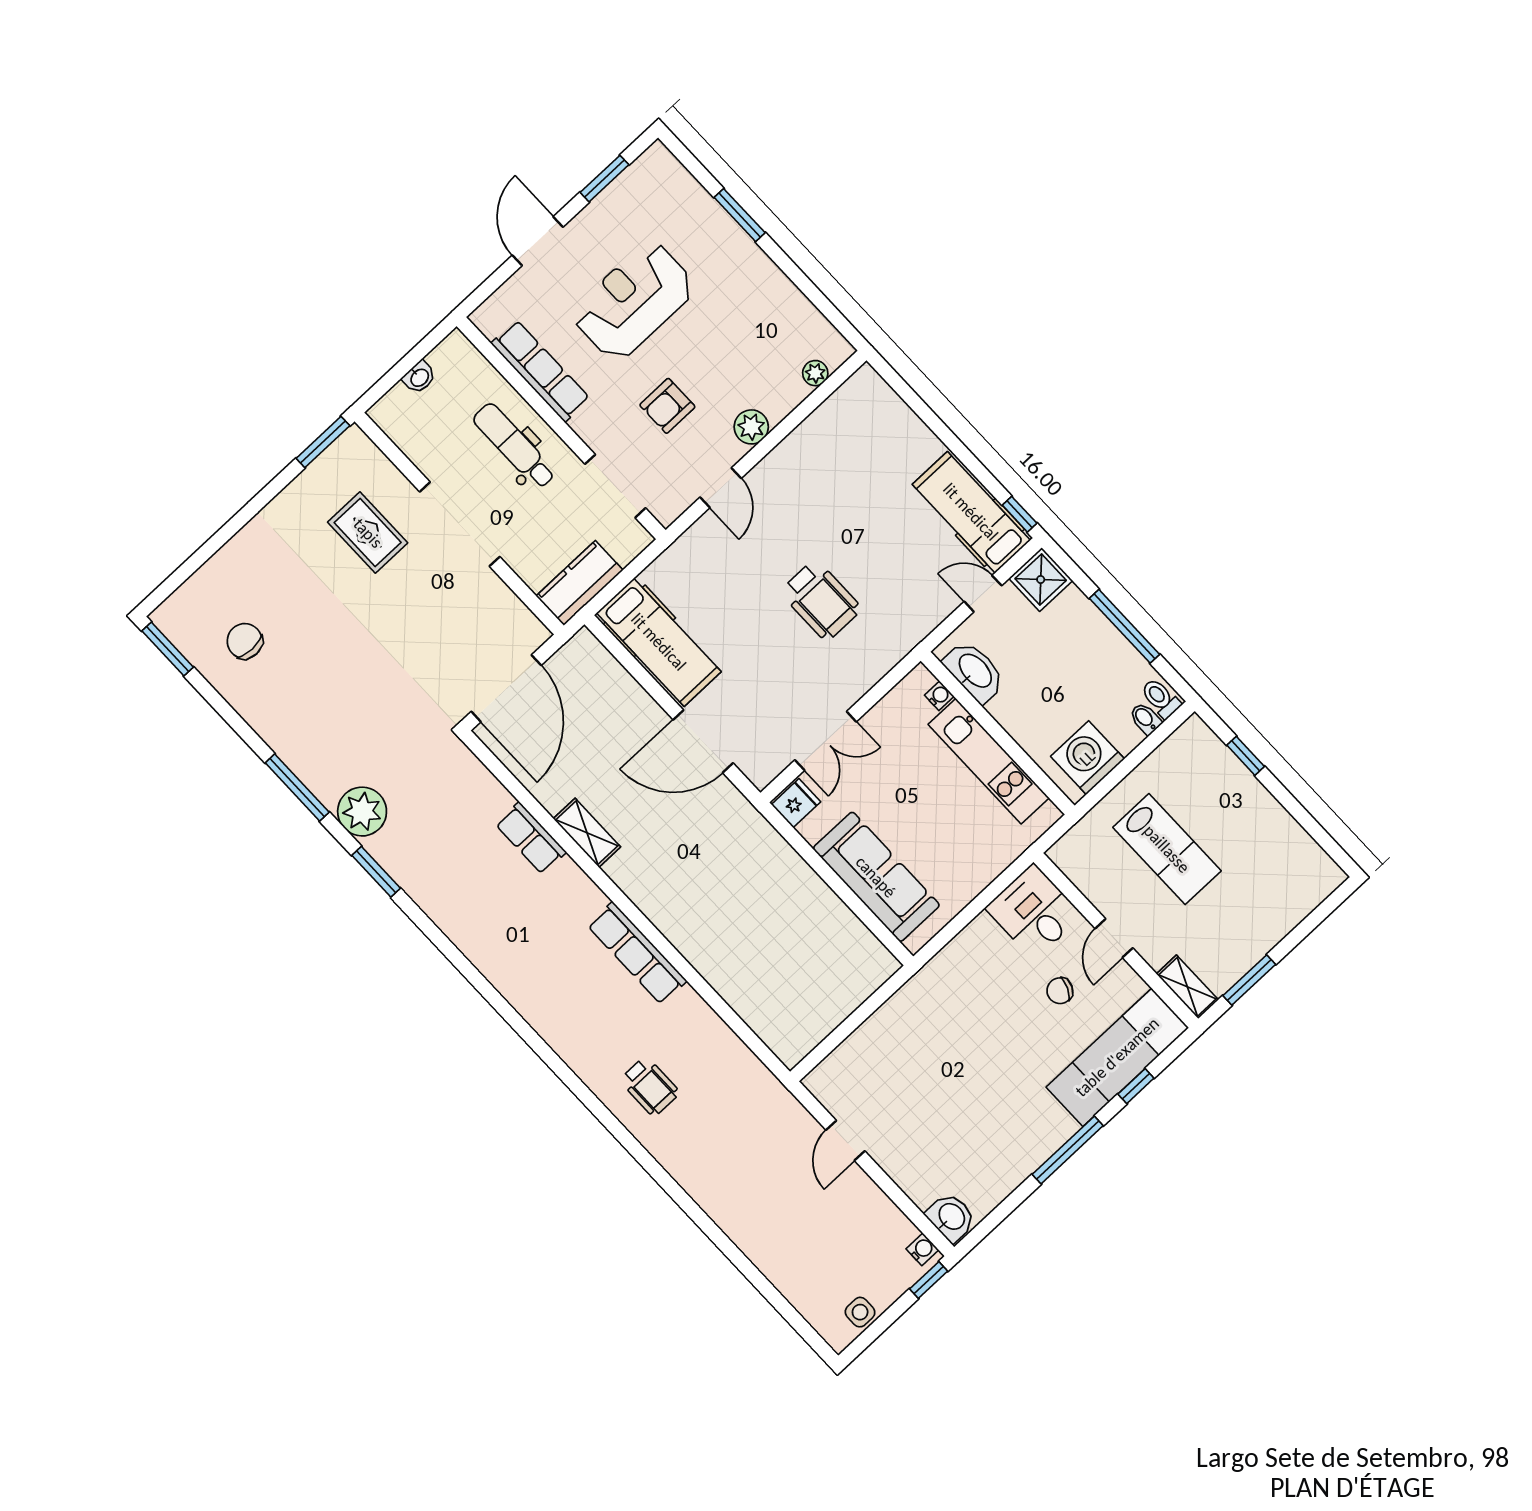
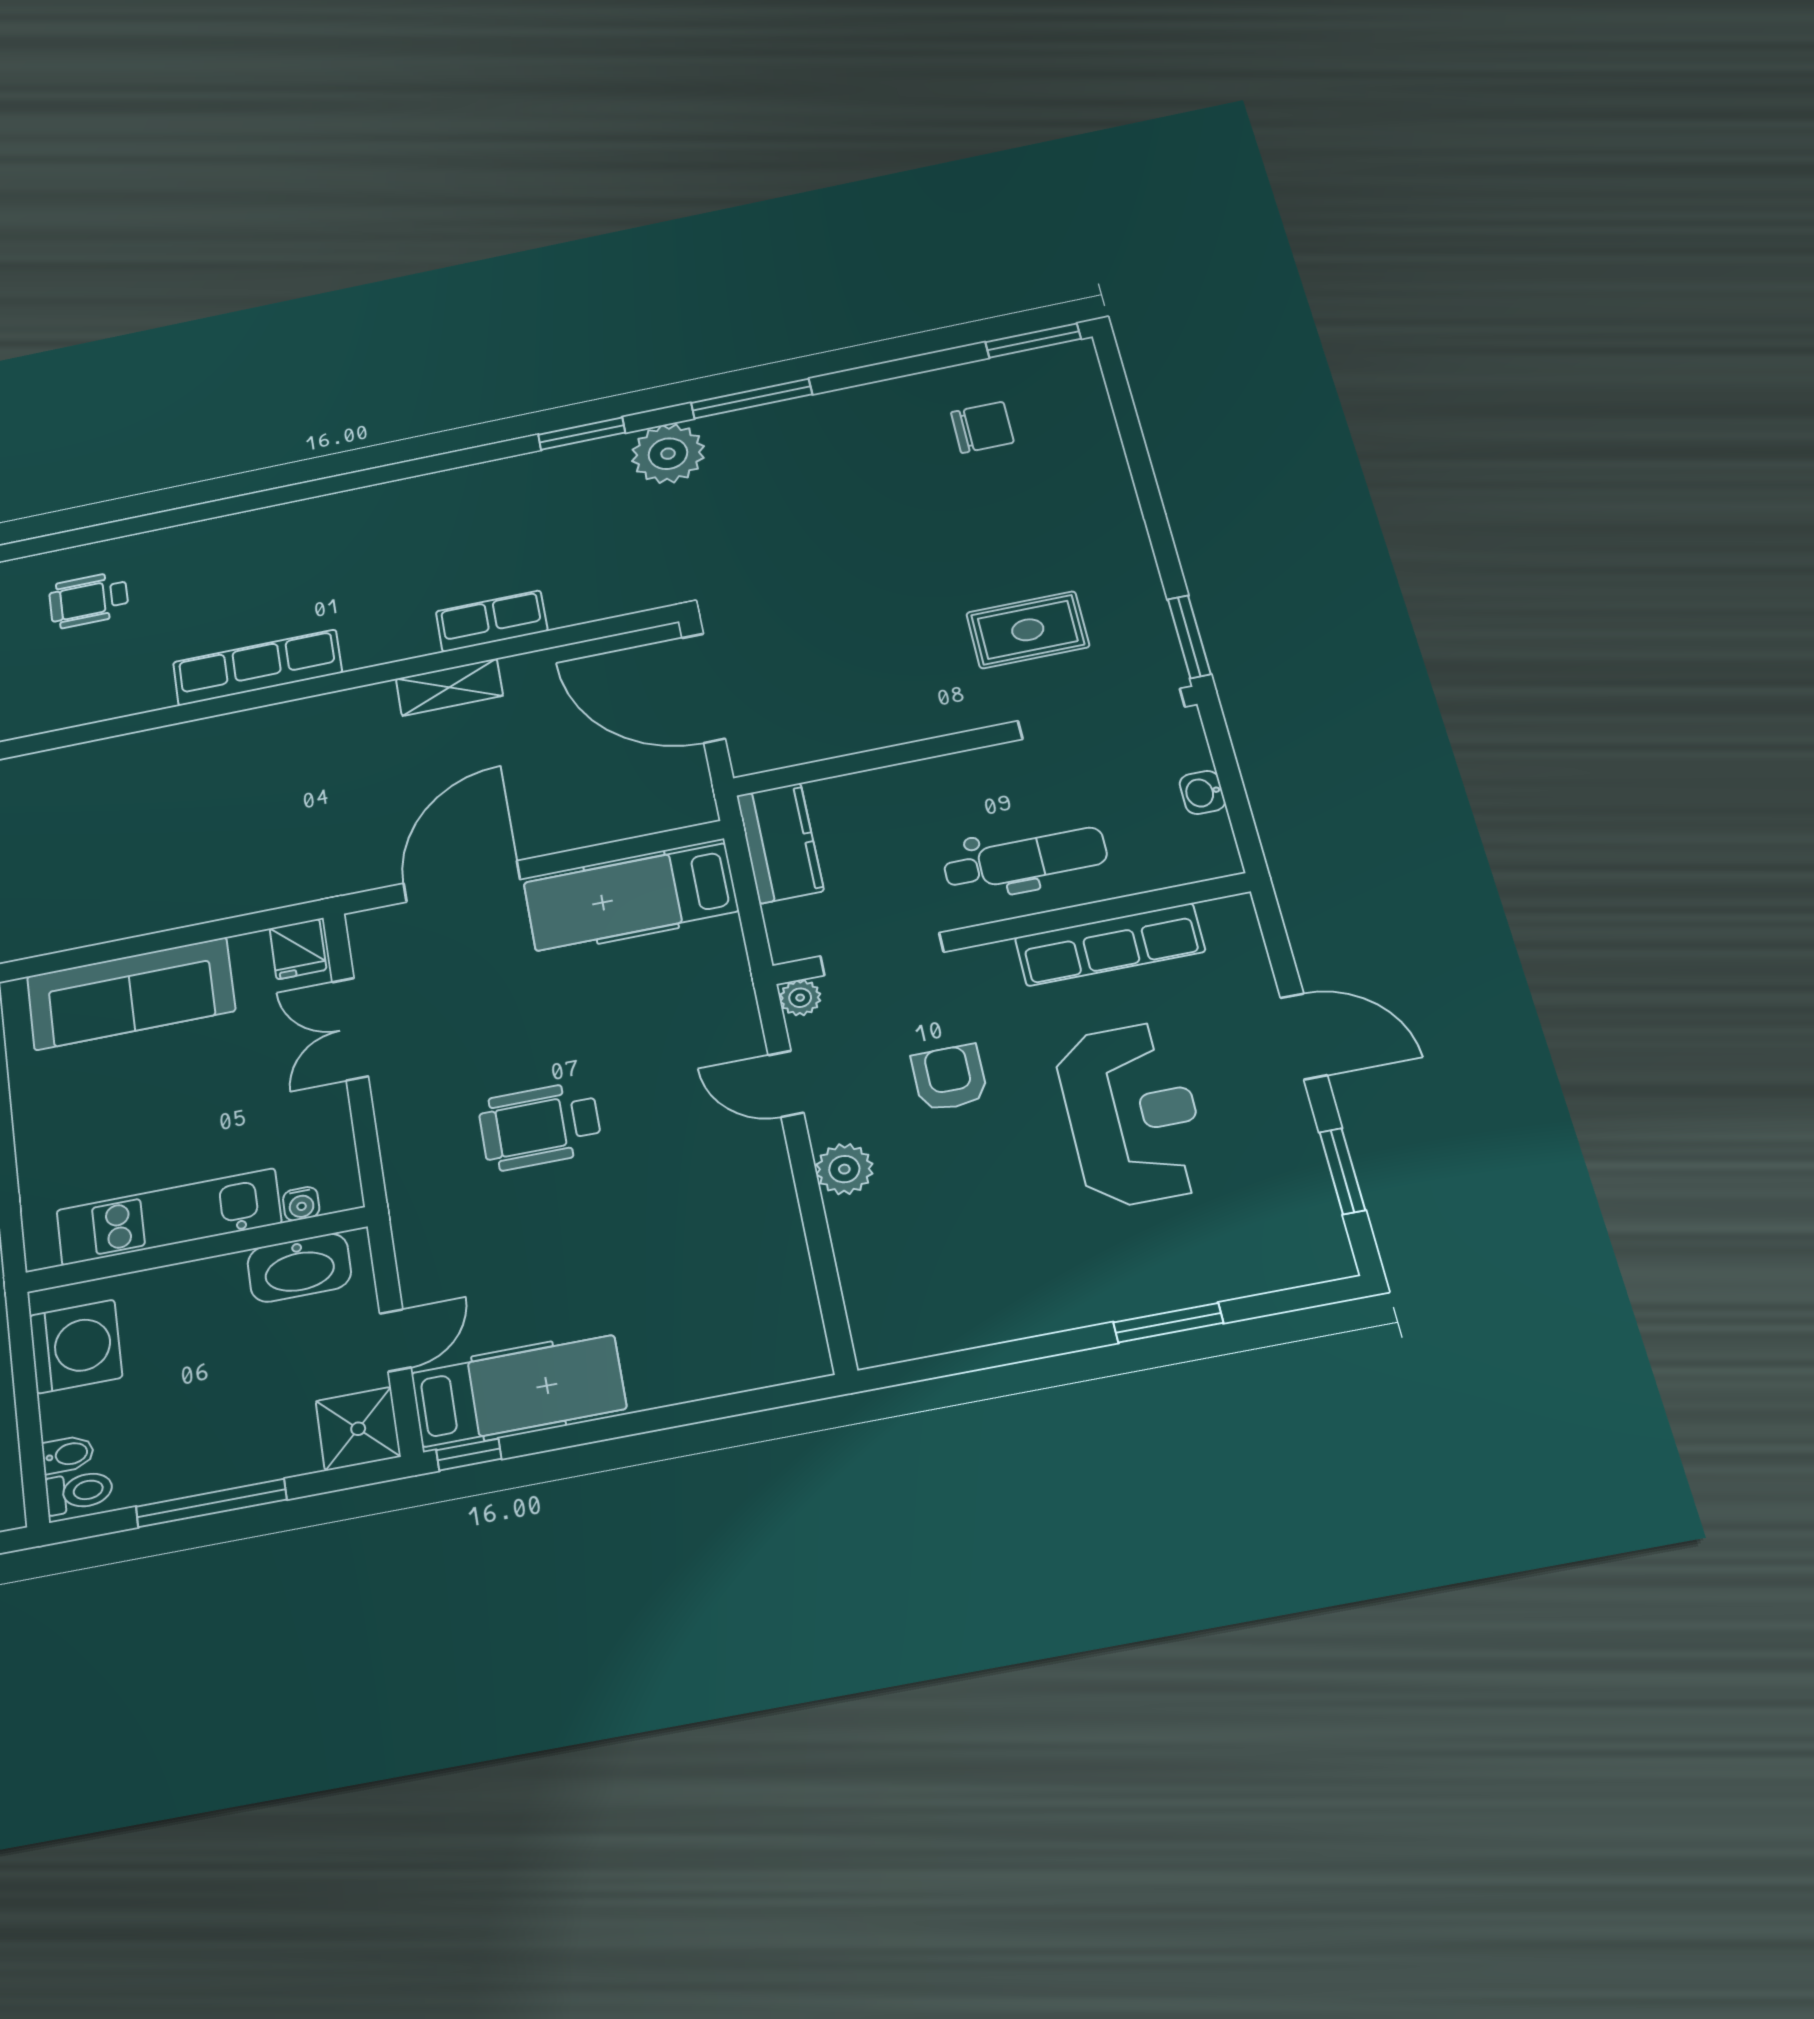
plant: (815, 373) -> (800, 998), moved
doorway: (460, 524) -> (1101, 714), moved

